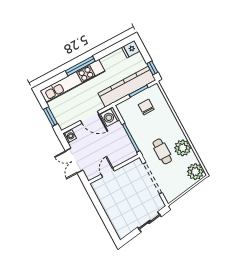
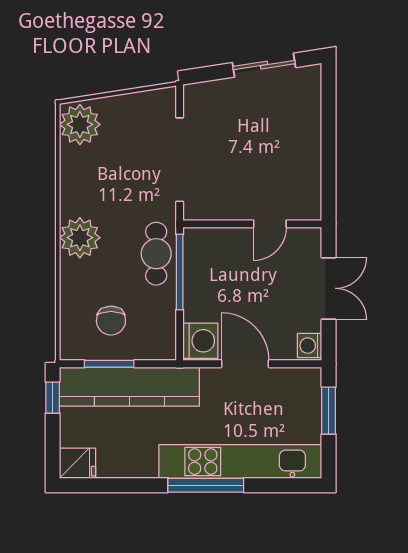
plant: (183, 148) -> (80, 238), moved
cafe table: (162, 151) -> (156, 254), moved
sliding door: (149, 222) -> (264, 65), moved

